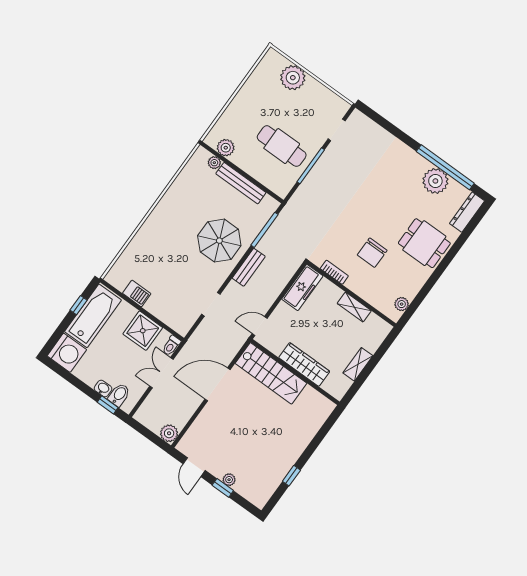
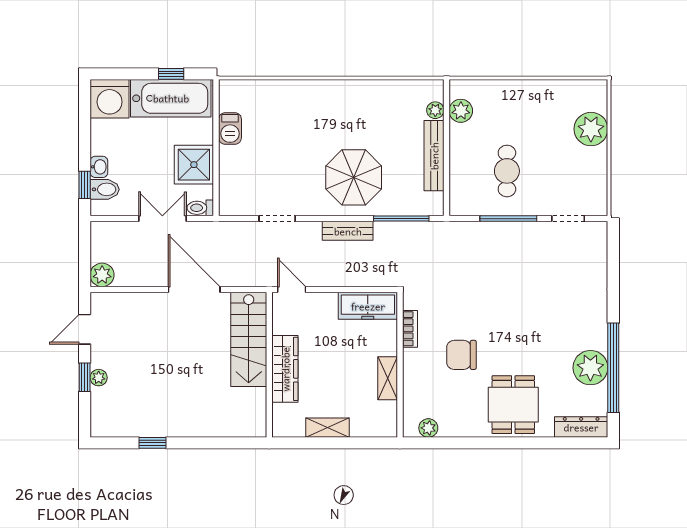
cafe table: (282, 146) -> (507, 171), width x0.73, depth x0.74

